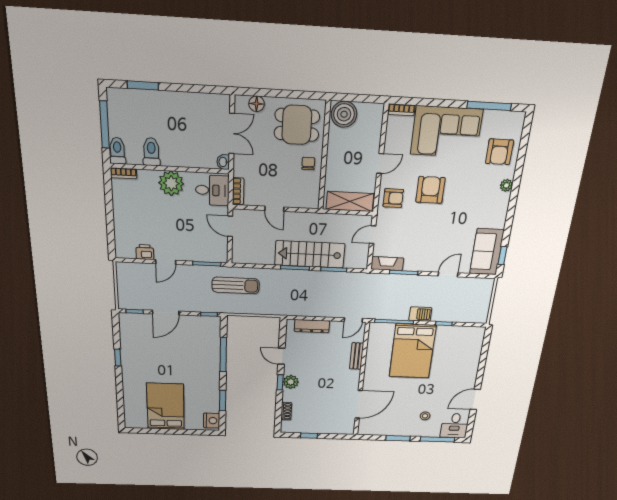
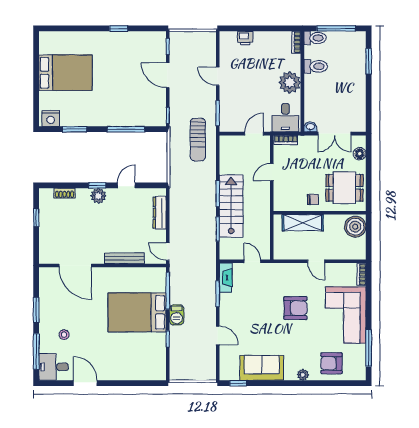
dining table: (297, 125) -> (344, 188), turned 90
armchair: (393, 198) -> (287, 276), removed
shelving: (350, 201) -> (303, 223), moved, turned 90
printer: (145, 252) -> (245, 38), moved, turned 90
sofa: (487, 252) -> (262, 368), moved
bench: (357, 356) -> (124, 258), width x1.36

